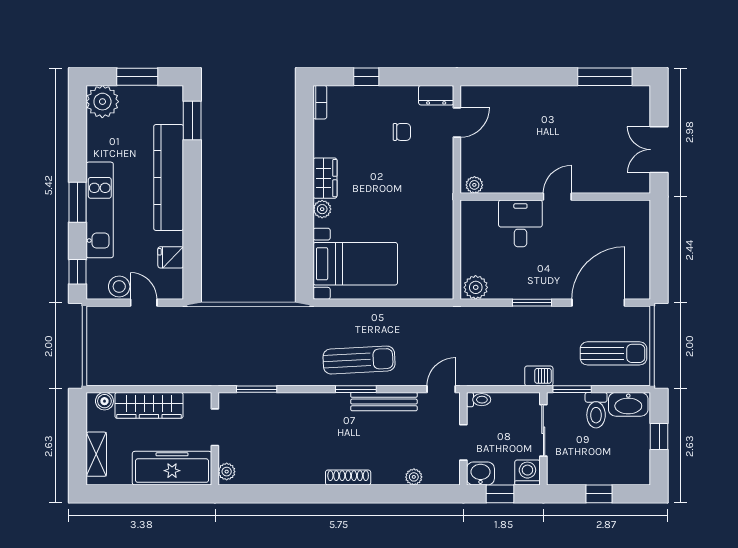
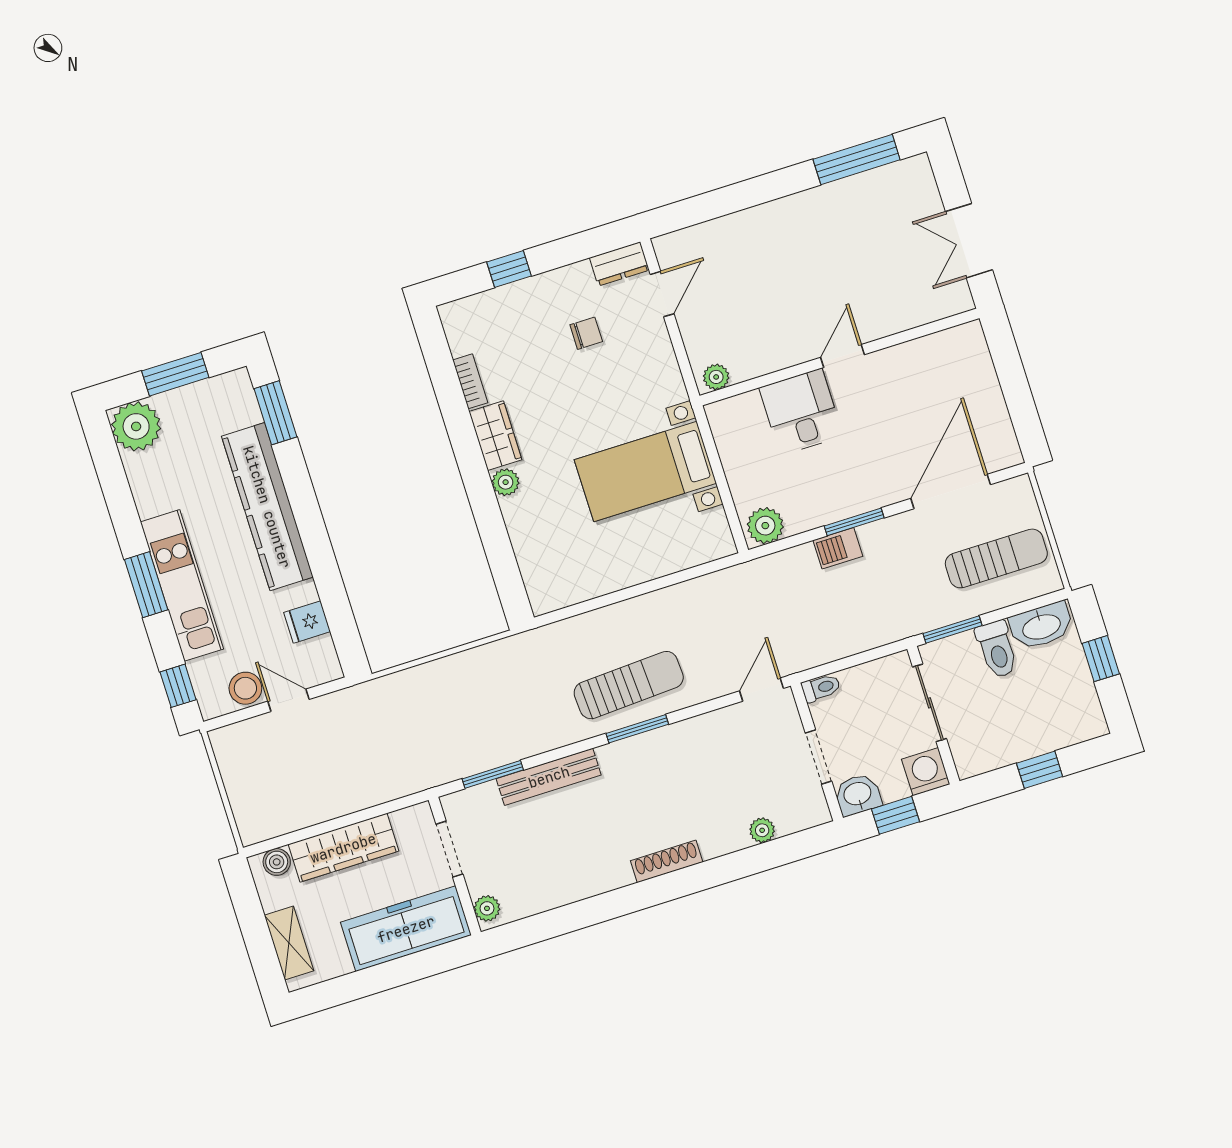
bookcase: (320, 102) -> (470, 381), moved
bed with nightstands: (355, 264) -> (645, 472), moved, turned 180
barbecue: (539, 376) -> (838, 548), moved, turned 180
bench: (384, 402) -> (549, 777), moved

